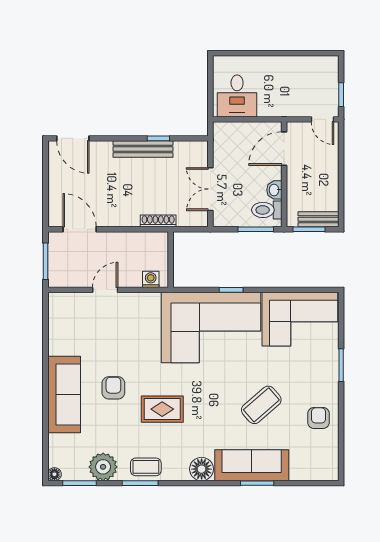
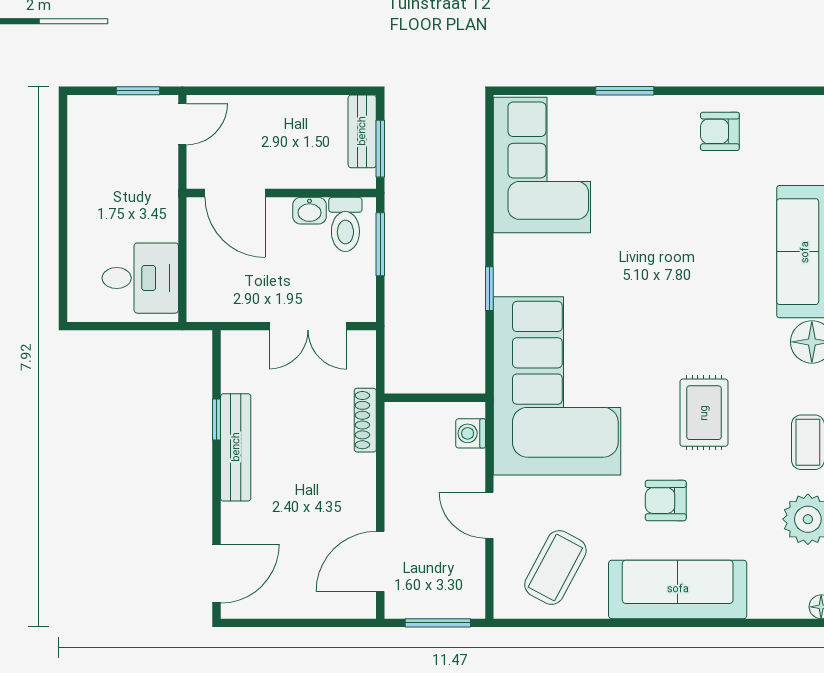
corner sofa: (211, 327) -> (557, 386), moved
coffee table: (261, 405) -> (555, 567), moved, turned 69

